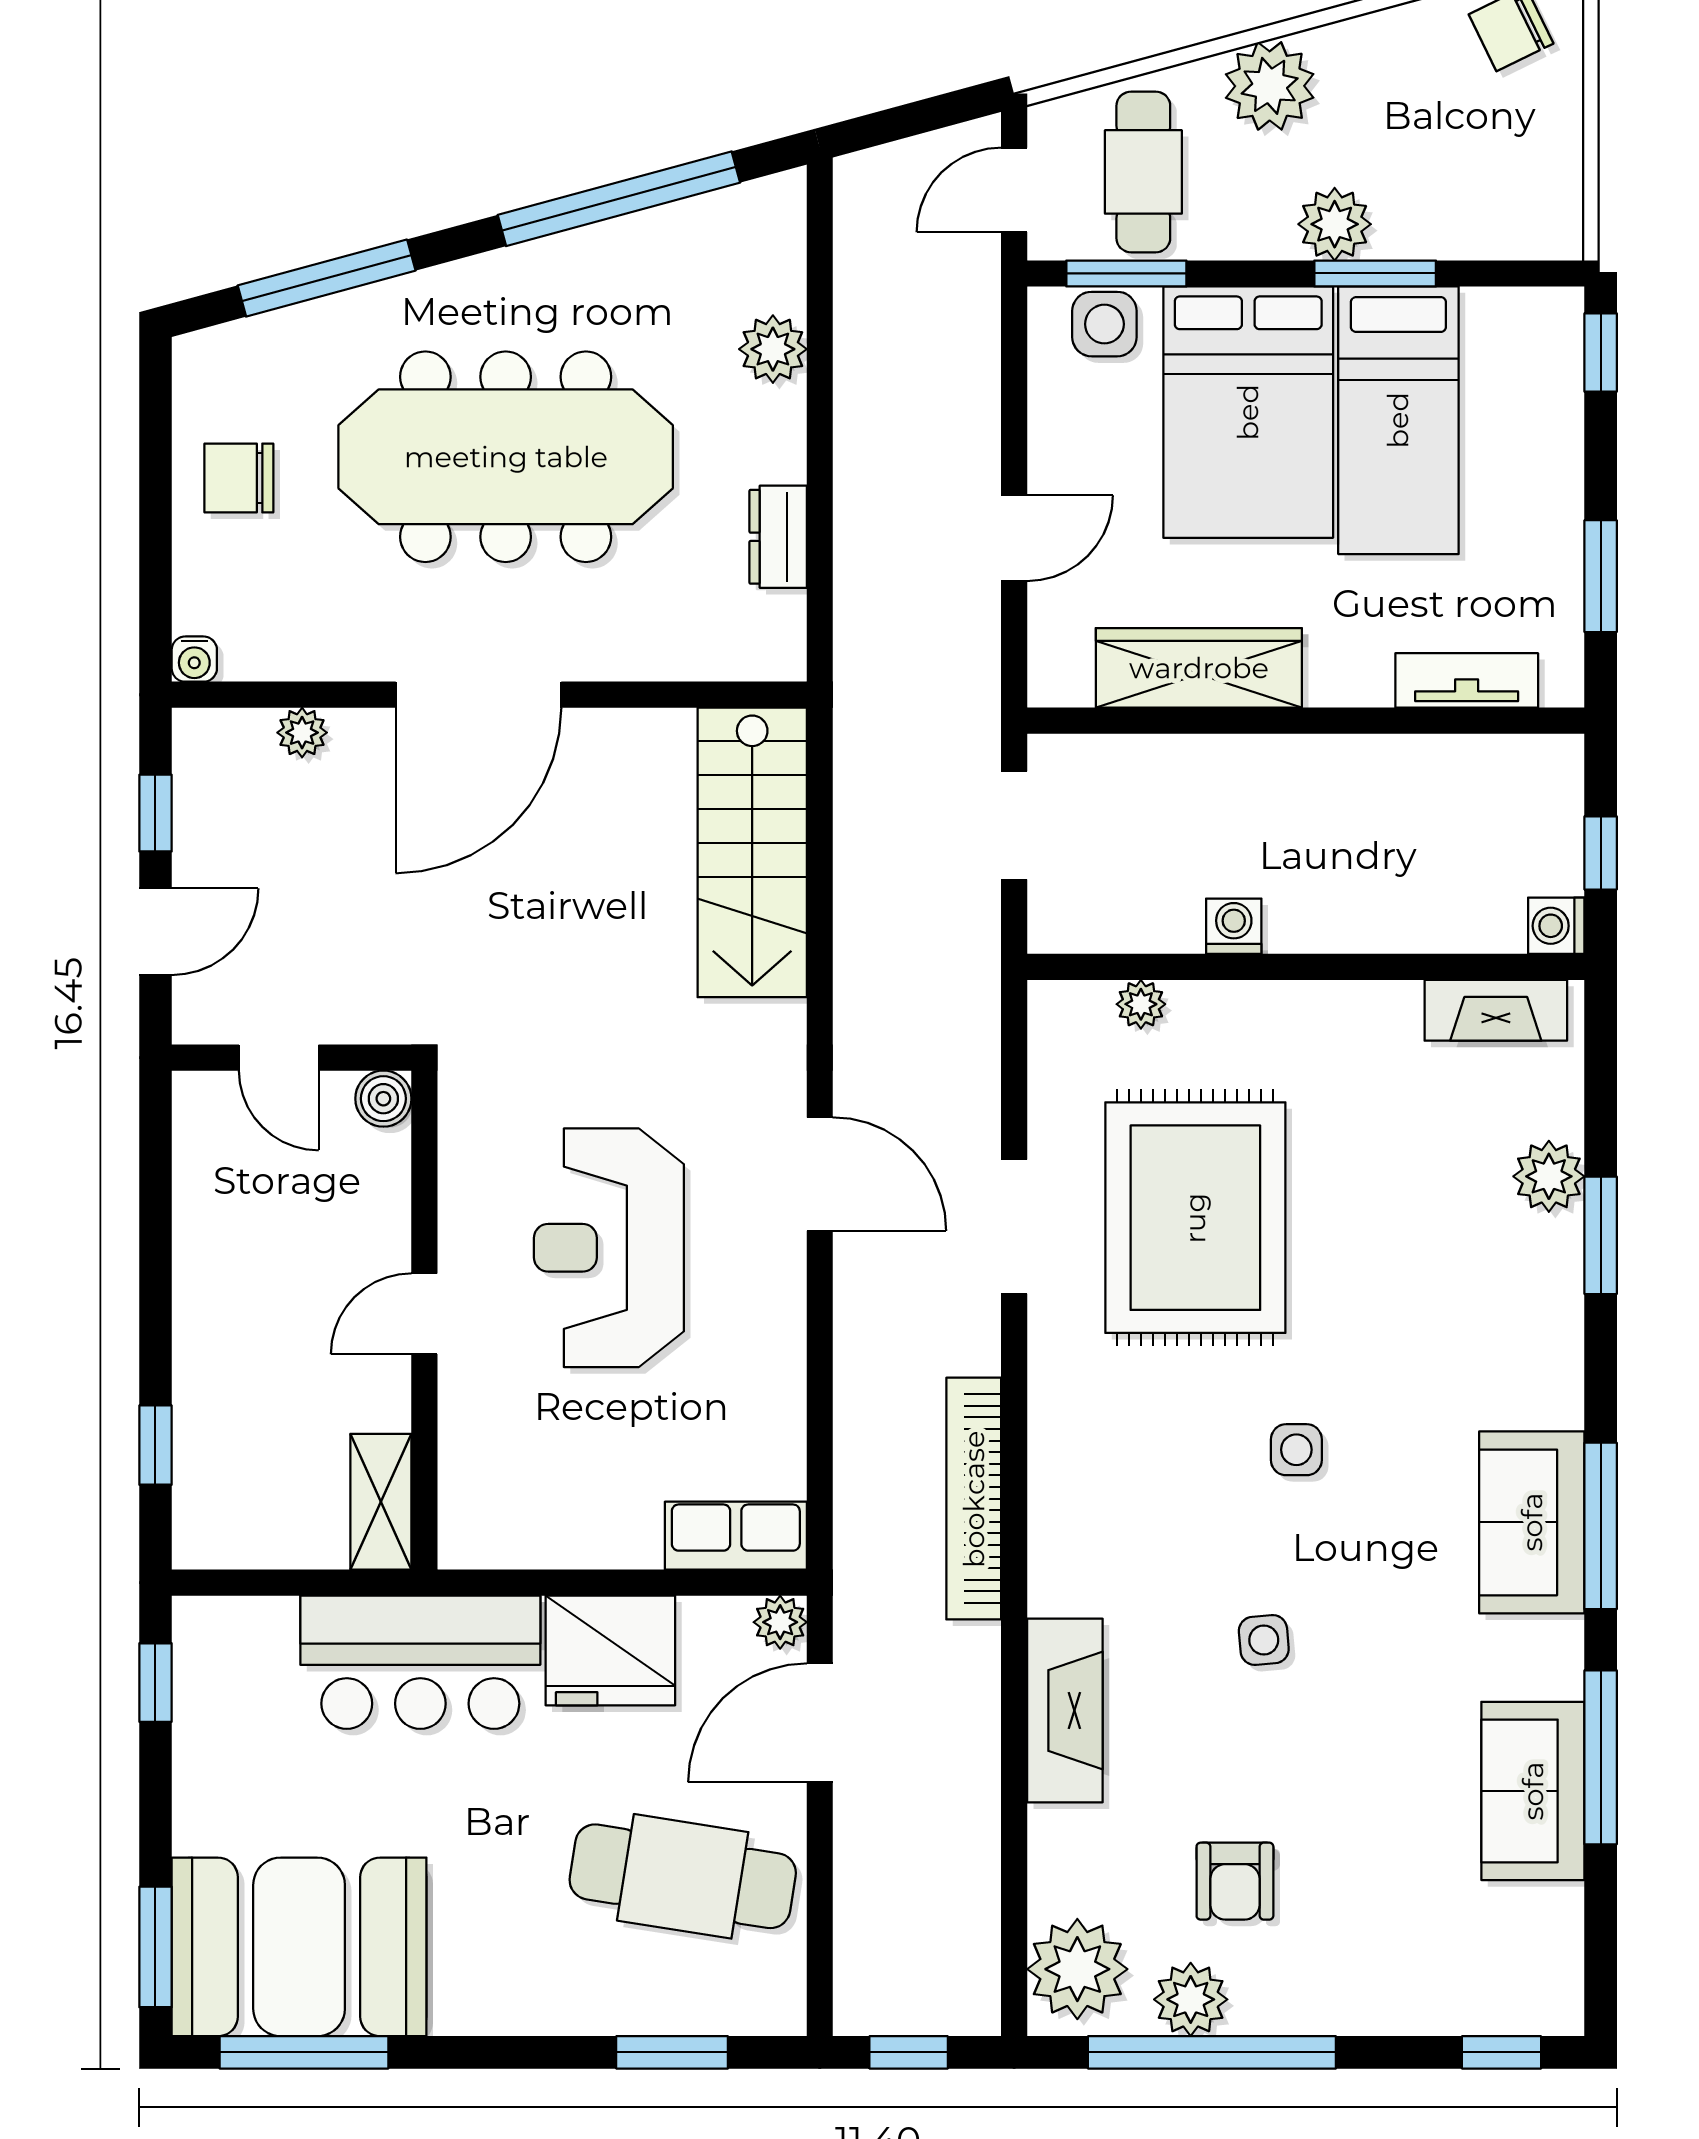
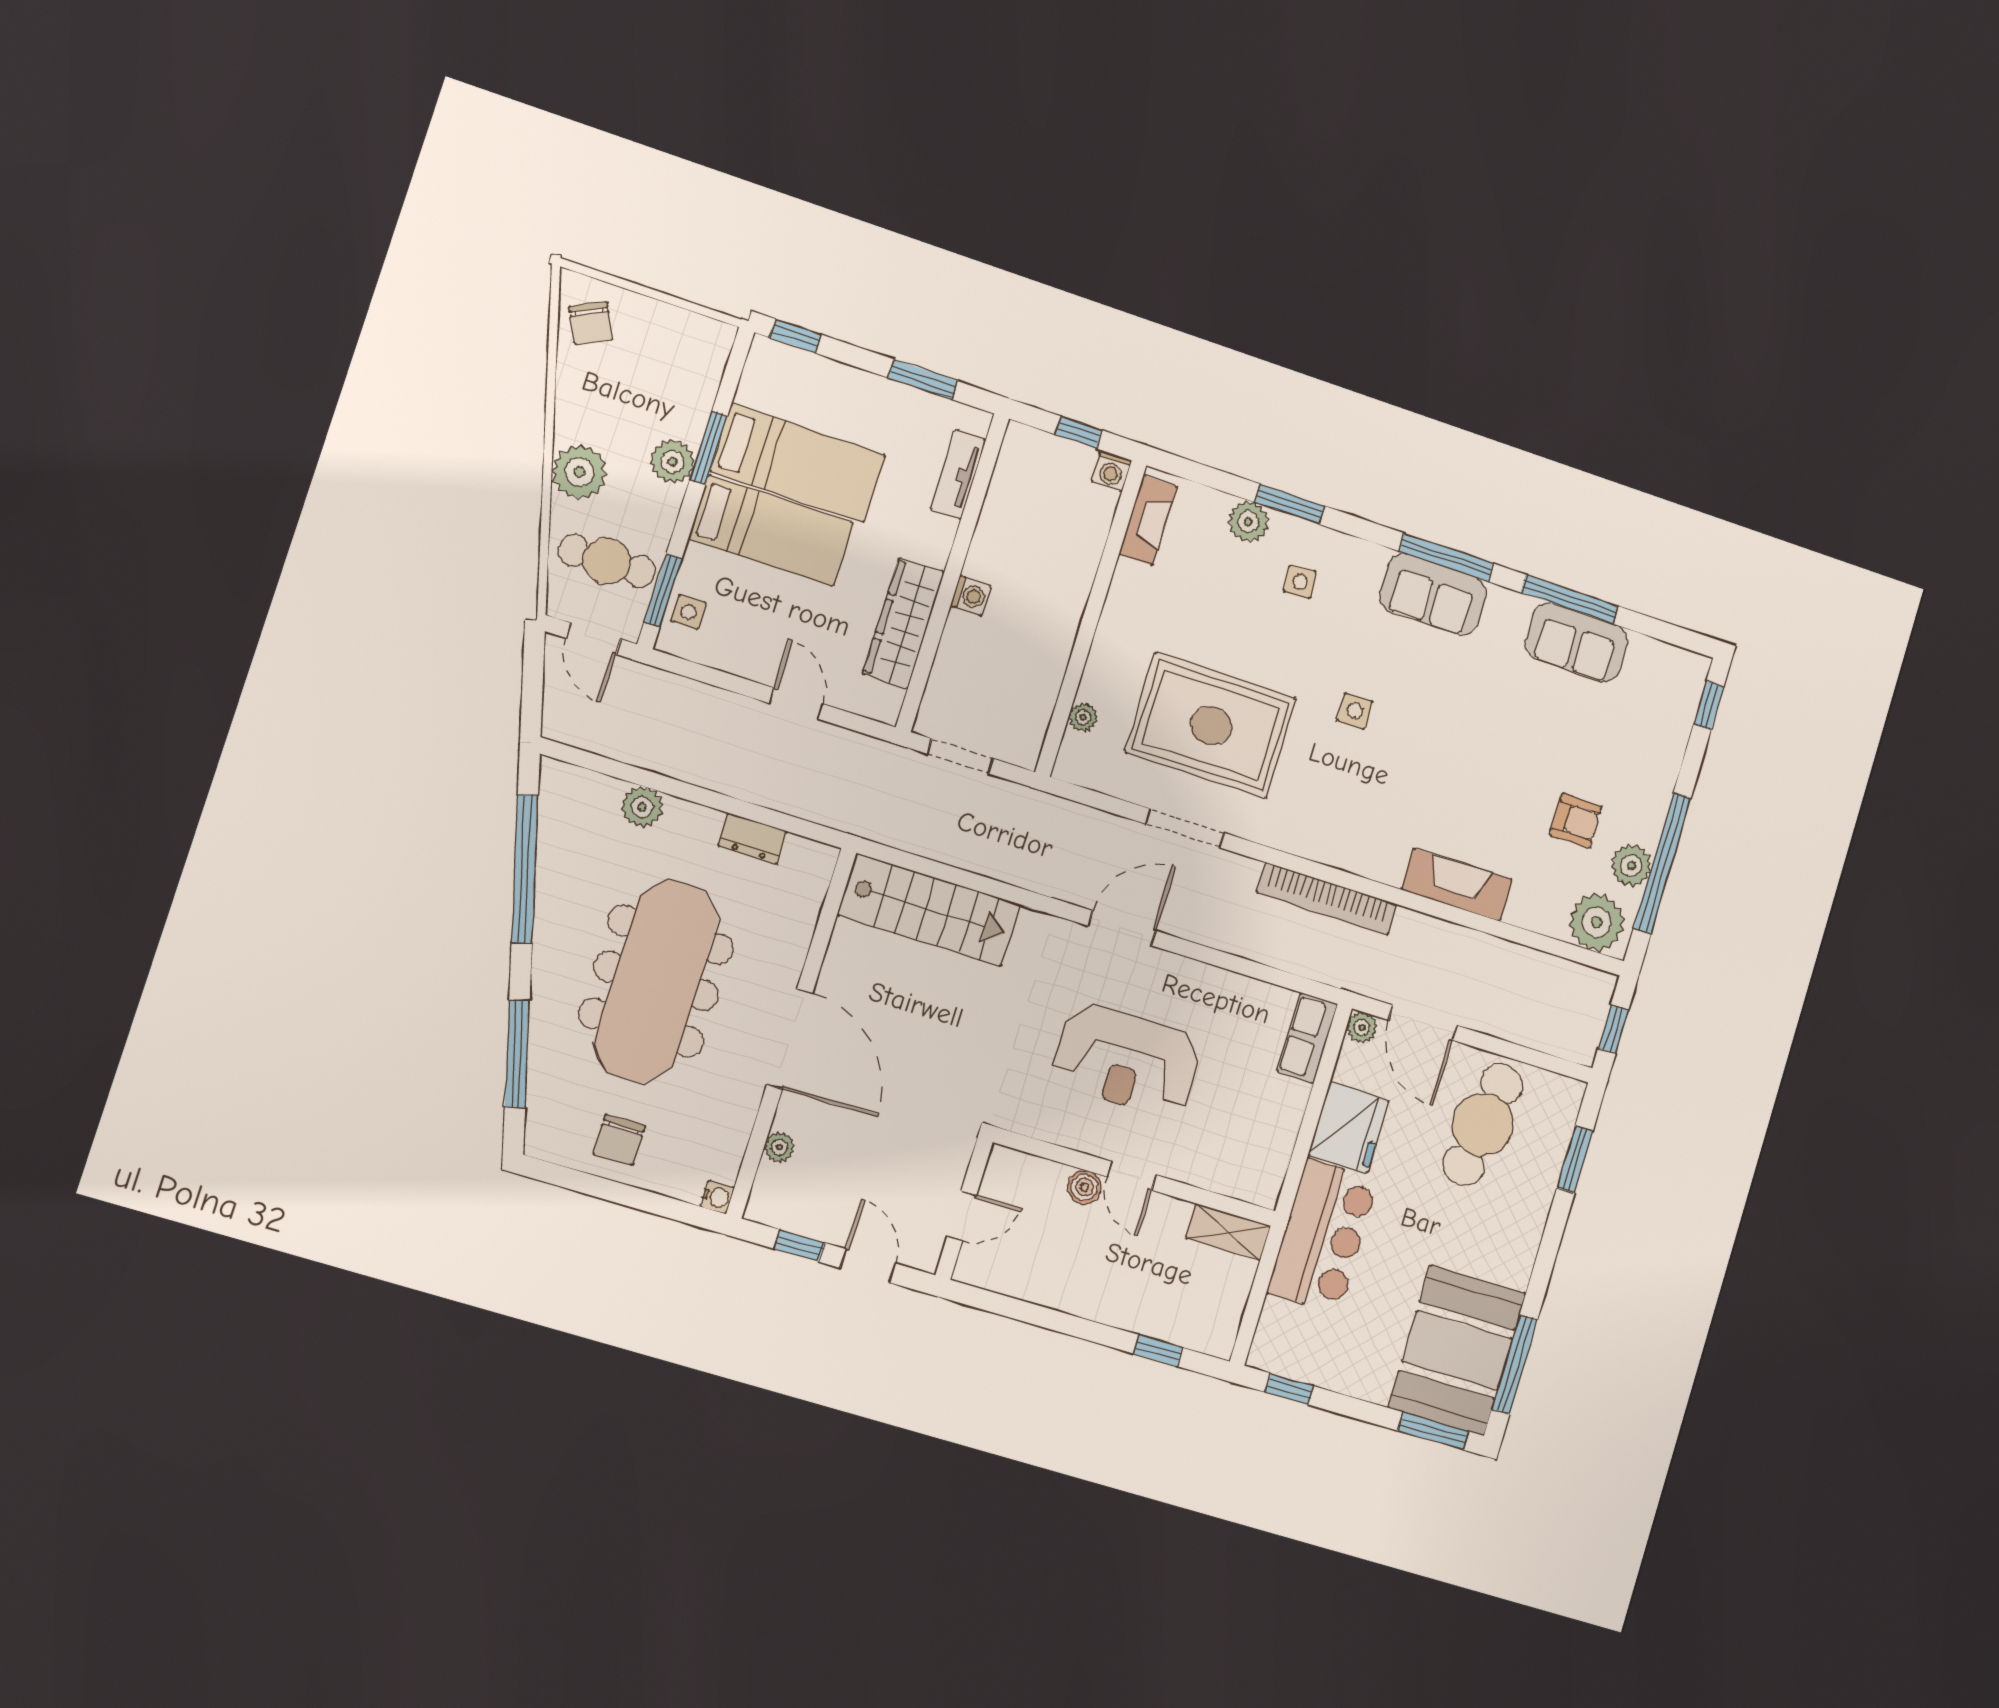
side table: (1104, 324) -> (689, 612), width x0.73, depth x0.73
bed: (1248, 412) -> (771, 531), width x0.67
washing machine: (1234, 926) -> (971, 596), moved, turned 180
boiler: (383, 1099) -> (1084, 1187), moved
side table: (1264, 1640) -> (1300, 582), moved

